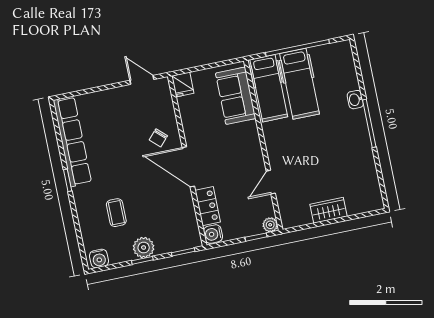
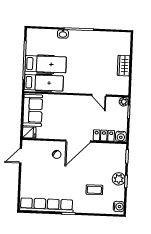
sofa: (236, 96) -> (33, 110), moved, turned -90

